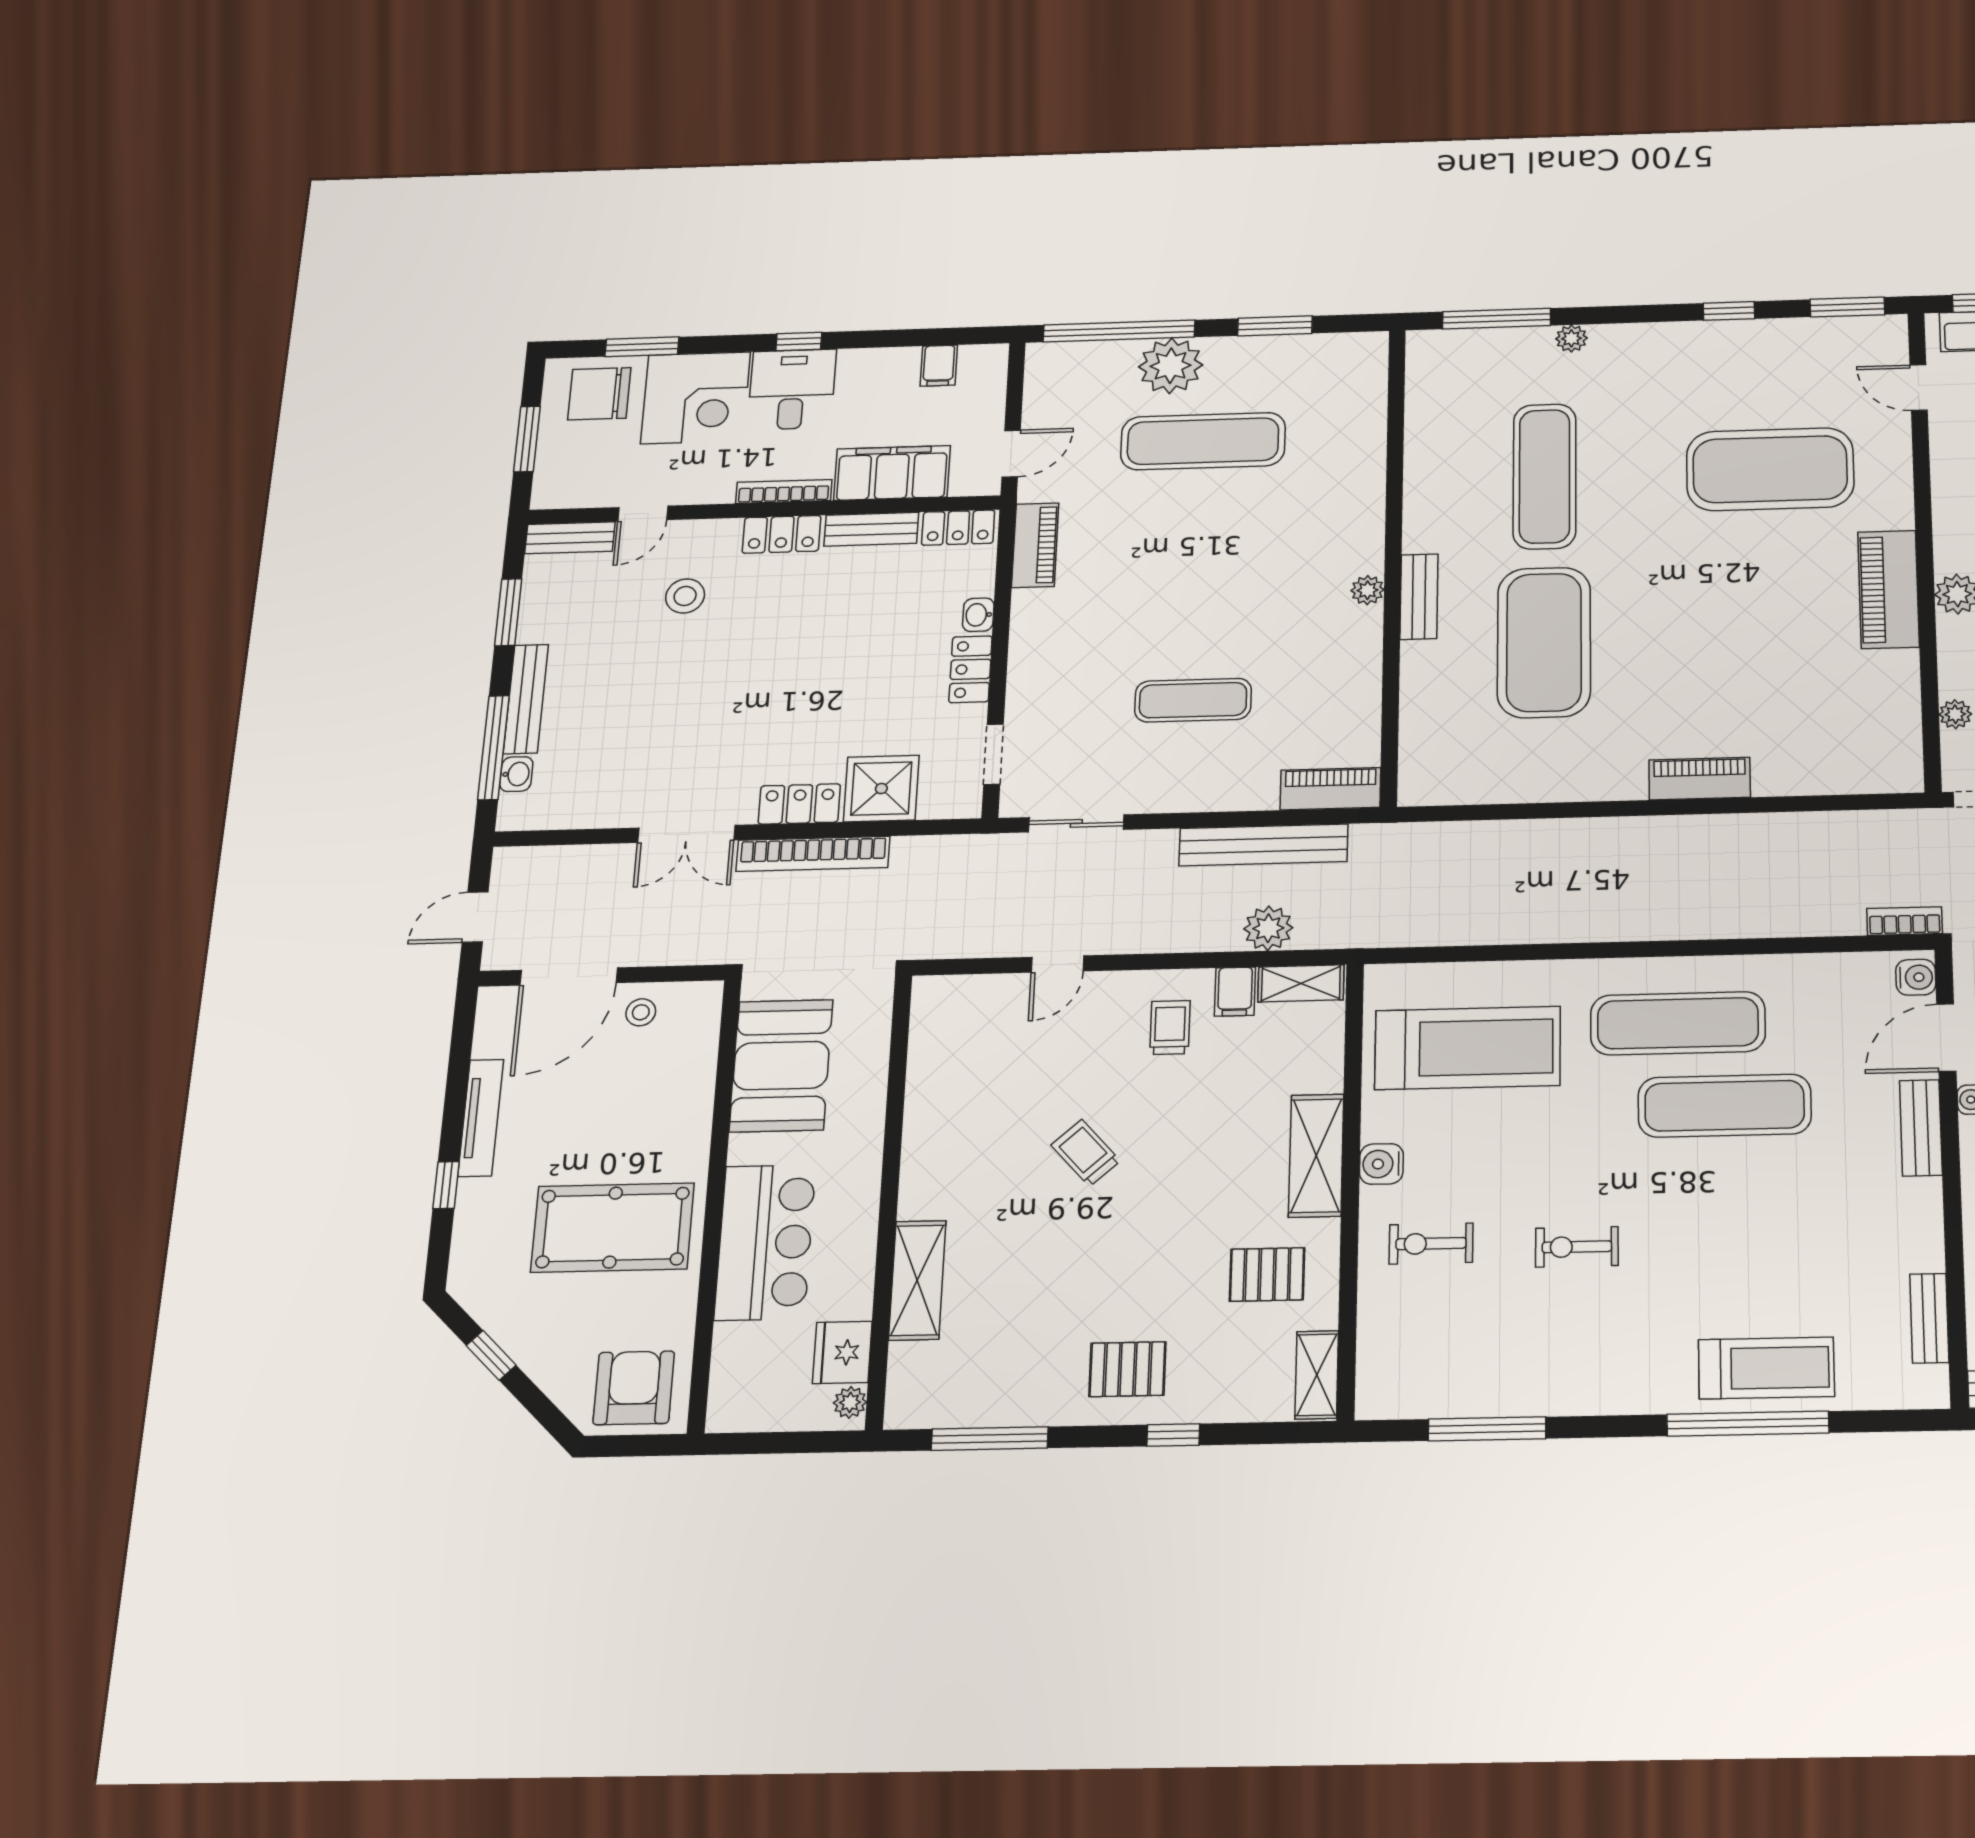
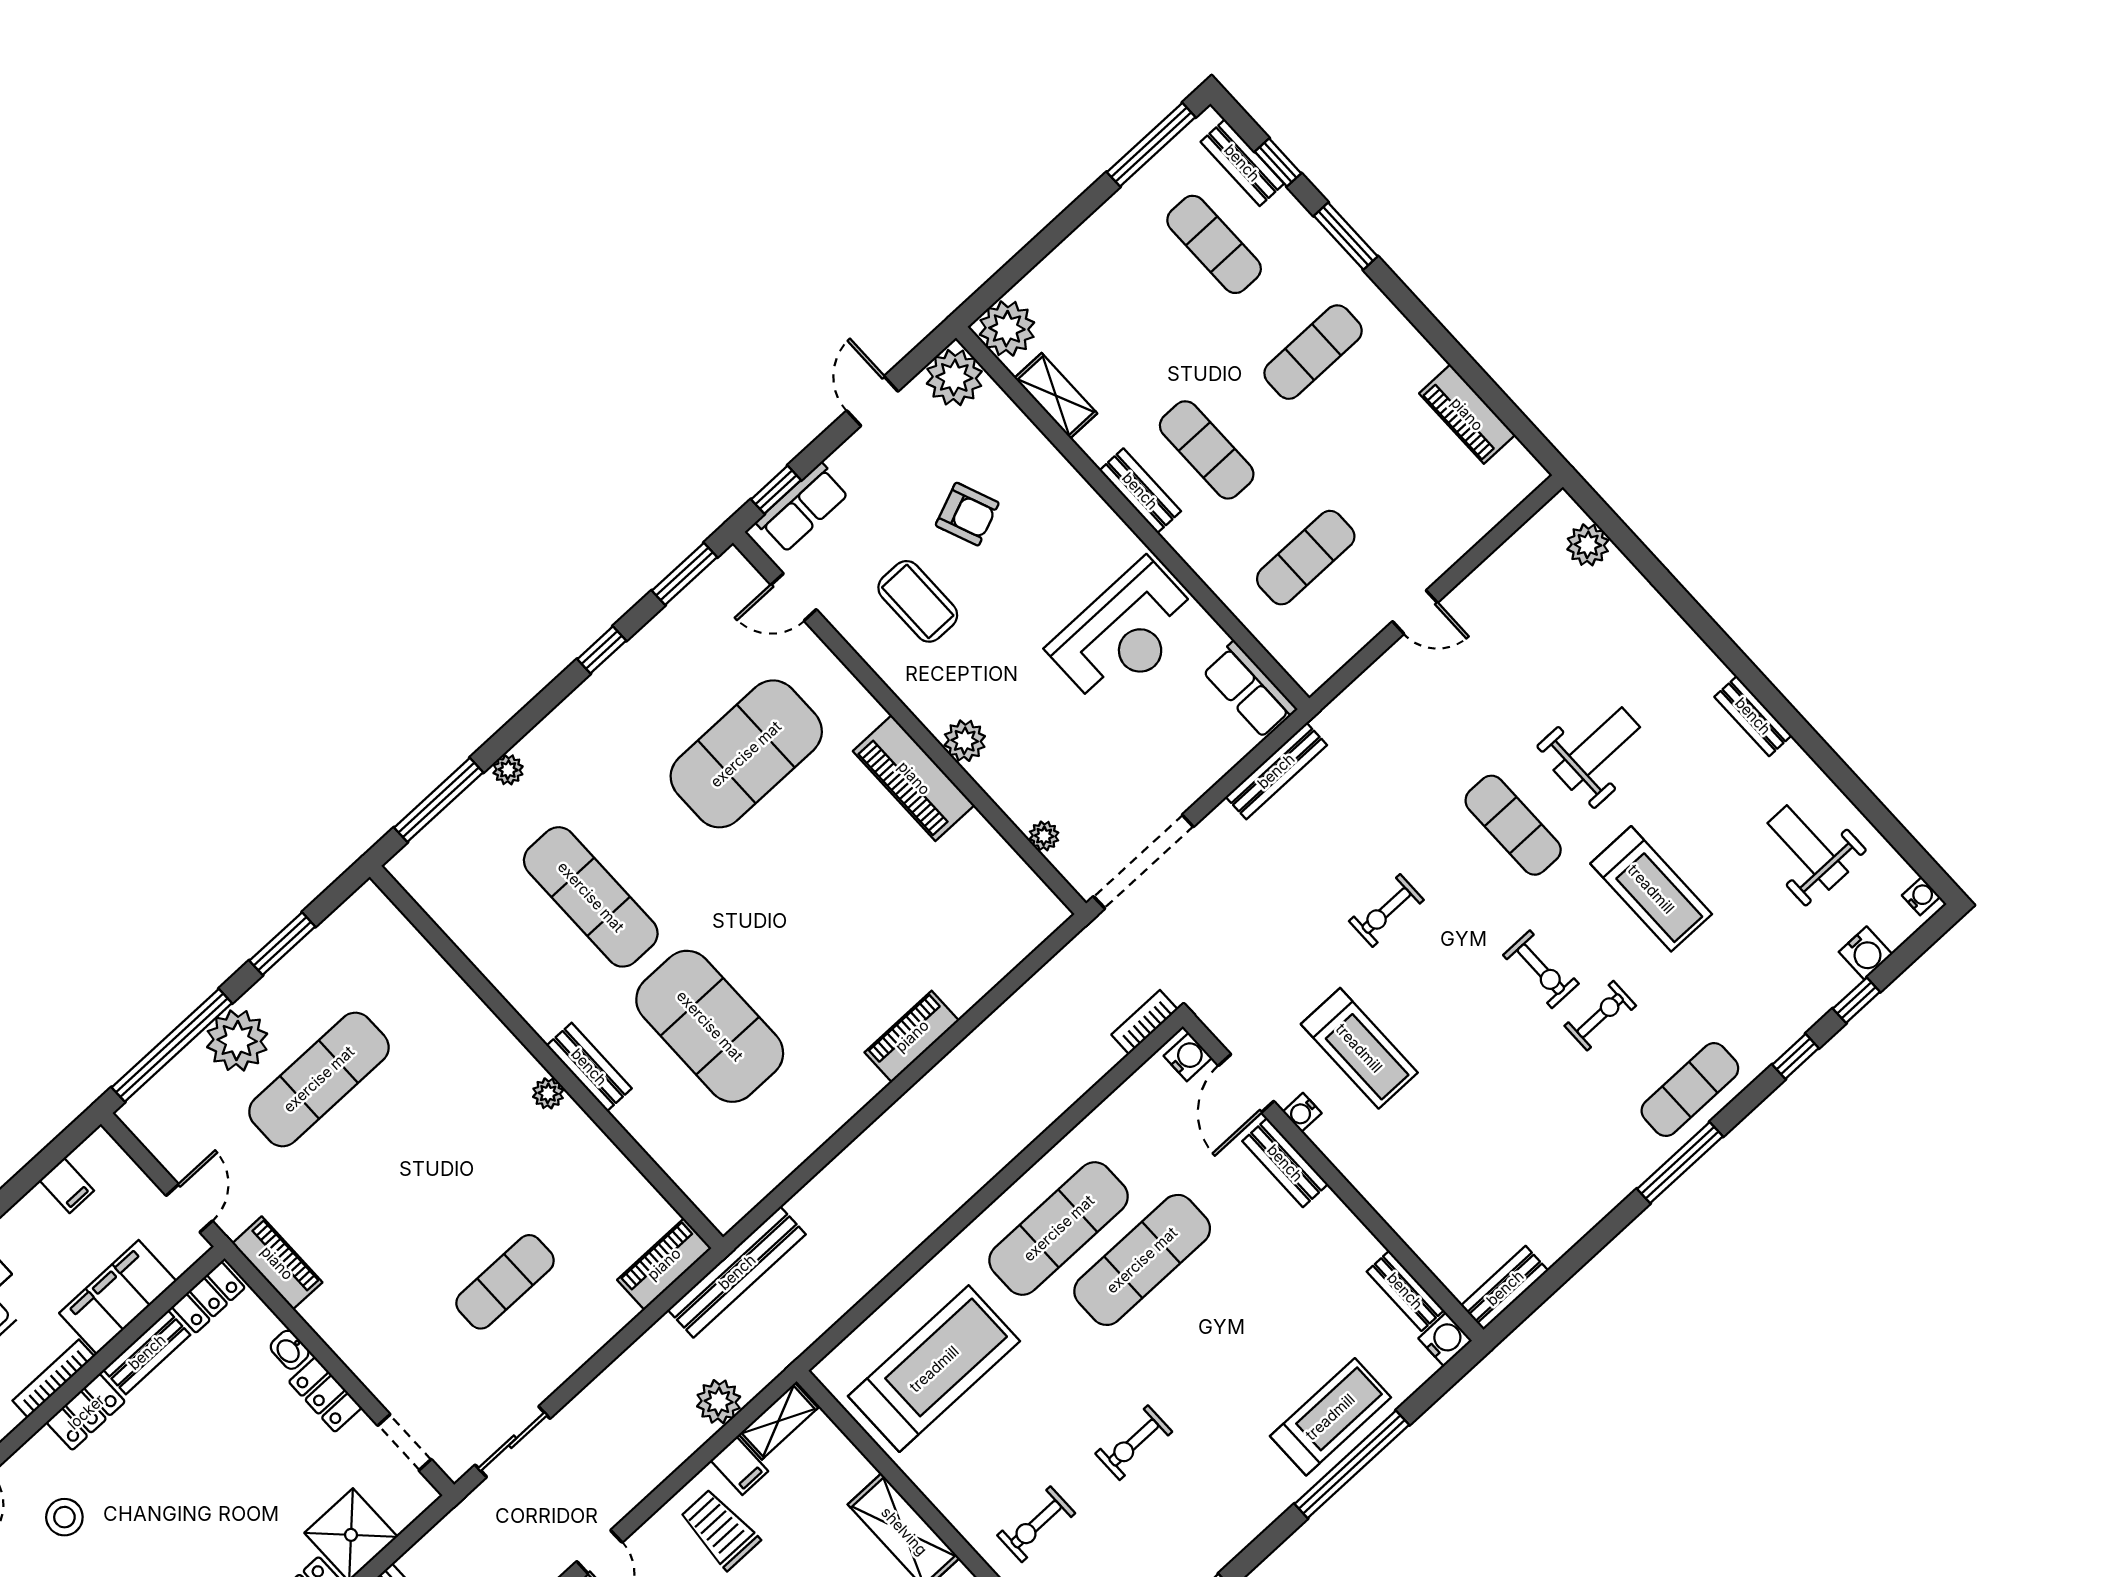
bench: (1263, 845) -> (737, 1272), moved
trolley: (1170, 1028) -> (720, 1529), width x1.36, depth x1.39
water cooler: (1381, 1164) -> (1445, 1339), moved, turned 180

